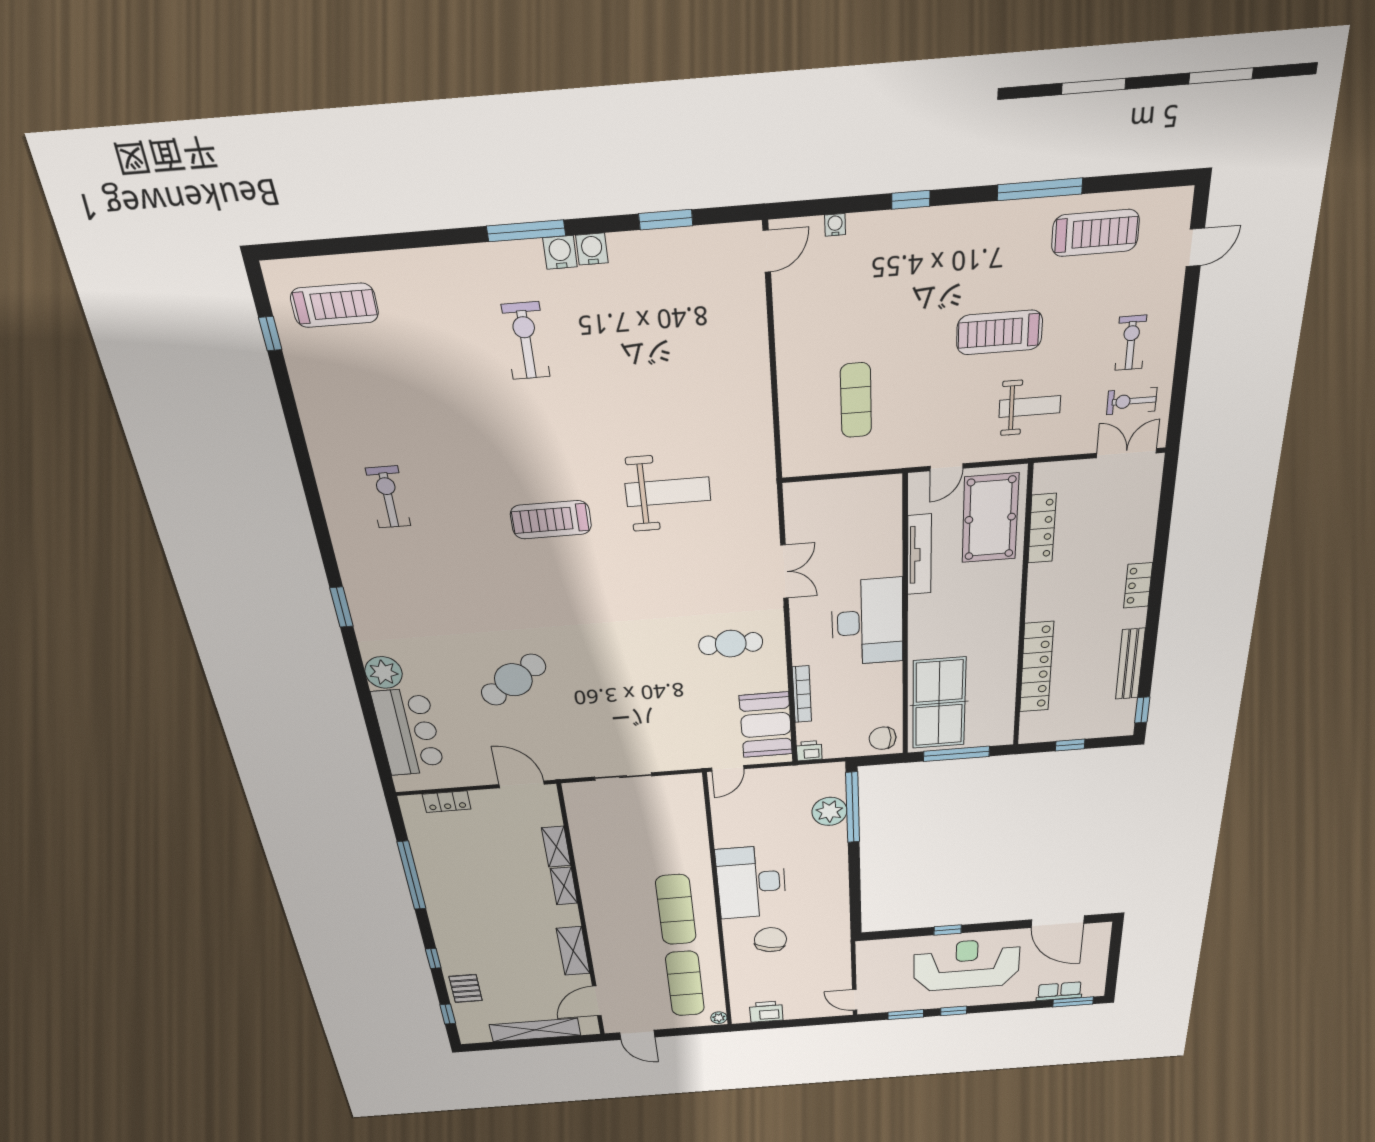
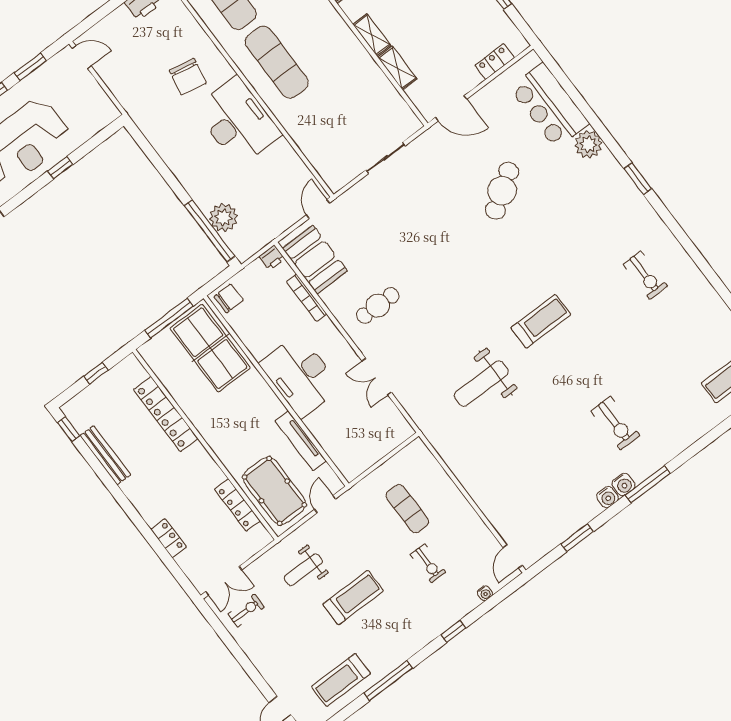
exercise bike: (1131, 343) -> (428, 563), moved
locker: (1138, 585) -> (169, 538), moved

